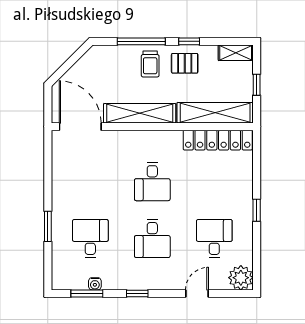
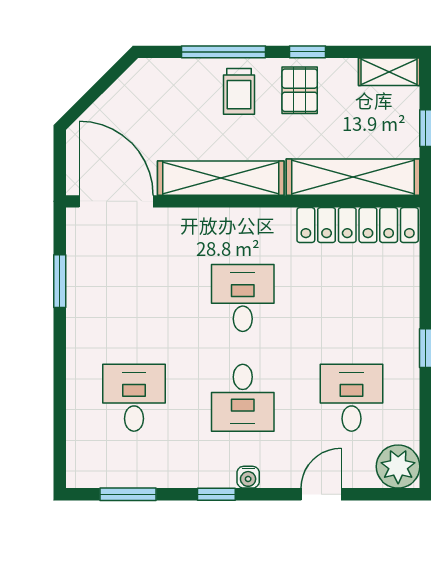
pallet: (185, 63) -> (300, 90), turned 90
desk: (152, 182) -> (243, 298), turned 180
window: (48, 226) -> (60, 281), moved
water cooler: (95, 284) -> (248, 477), moved

